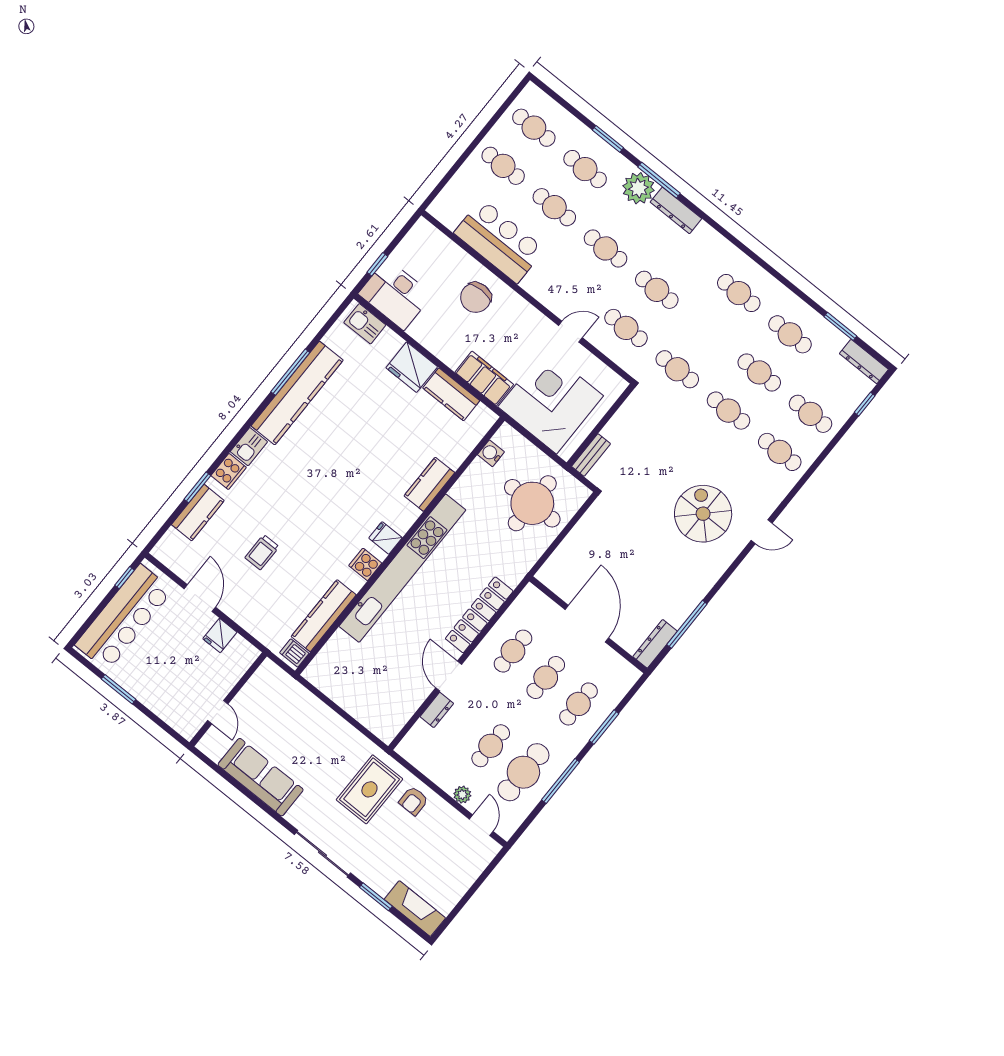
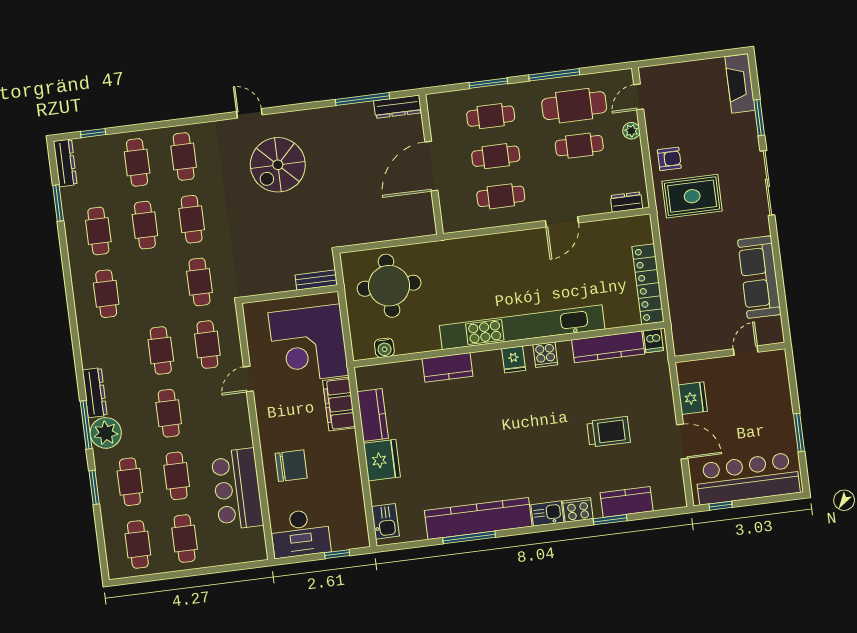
desk: (395, 294) -> (300, 533), moved, turned 90
door: (570, 332) -> (248, 379), hinge flipped
trolley: (262, 552) -> (609, 432), width x1.36, depth x1.39
door: (200, 598) -> (682, 441), swing flipped
locker: (479, 615) -> (648, 284), moved, turned 90
fridge: (220, 635) -> (693, 398), width x1.38
dresser: (437, 710) -> (626, 202), moved

